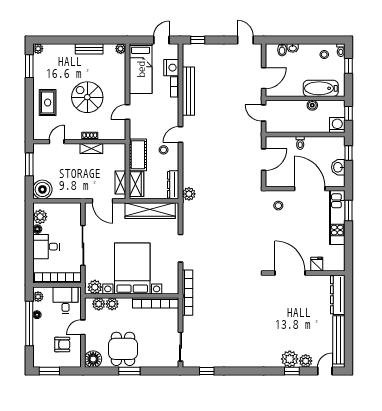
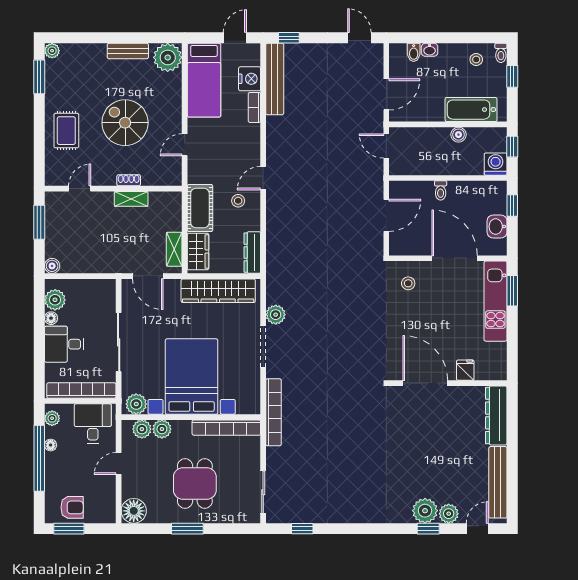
plant: (121, 49) -> (168, 57), width x1.87, depth x1.87
bench: (188, 91) -> (275, 79), moved
boiler: (42, 189) -> (52, 266), width x0.54, depth x0.54
plant: (189, 194) -> (276, 315), moved
armchair: (62, 345) -> (72, 507), moved
dining table: (123, 349) -> (195, 483), moved

